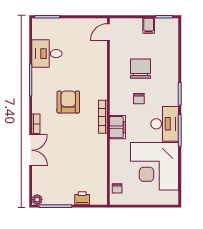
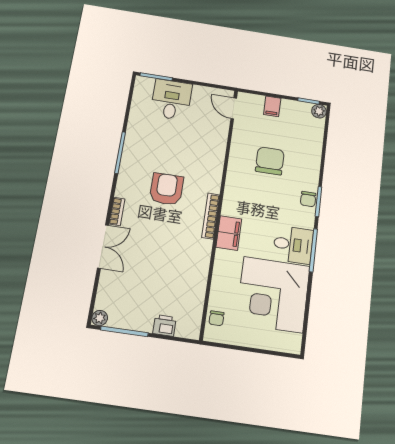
plant: (173, 24) -> (319, 111), added
filing cabinet: (149, 26) -> (272, 106), moved
door: (108, 32) -> (234, 108), hinge flipped
desk: (47, 54) -> (171, 100), moved, turned 90
chair: (139, 99) -> (308, 199), moved
desk: (165, 124) -> (293, 245), width x0.73

